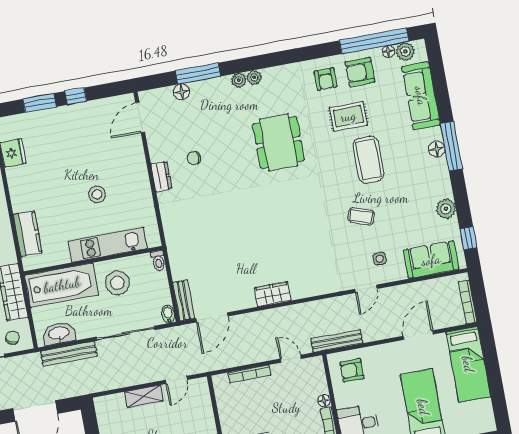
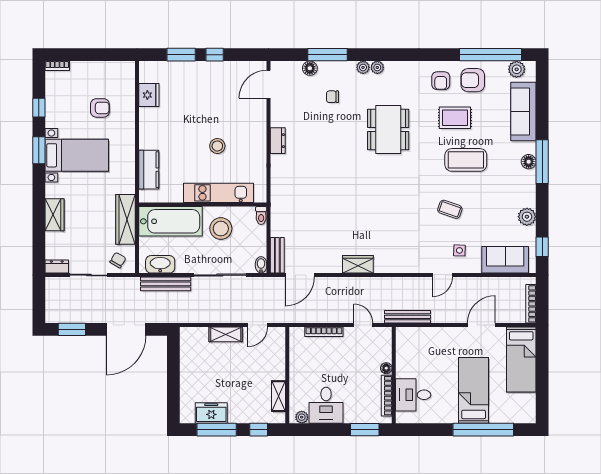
floor lamp: (388, 51) -> (502, 66), removed
chair: (194, 158) -> (333, 97), moved
coffee table: (368, 160) -> (466, 160), turned 90
armchair: (352, 370) -> (416, 346), removed

